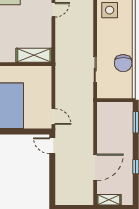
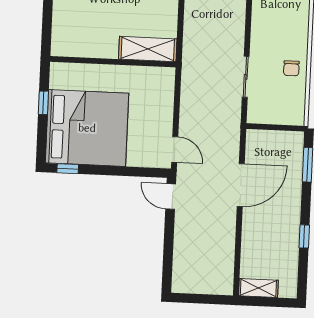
chair: (123, 63) -> (291, 68), width x0.54, depth x0.54
door: (95, 167) -> (241, 185), moved

